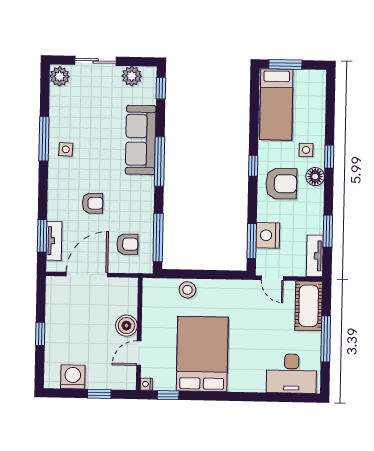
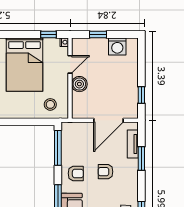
window: (42, 236) -> (141, 159), moved
armchair: (127, 244) -> (76, 173), moved, turned 180
stool: (187, 290) -> (50, 104), moved
window: (40, 334) -> (141, 95), moved

